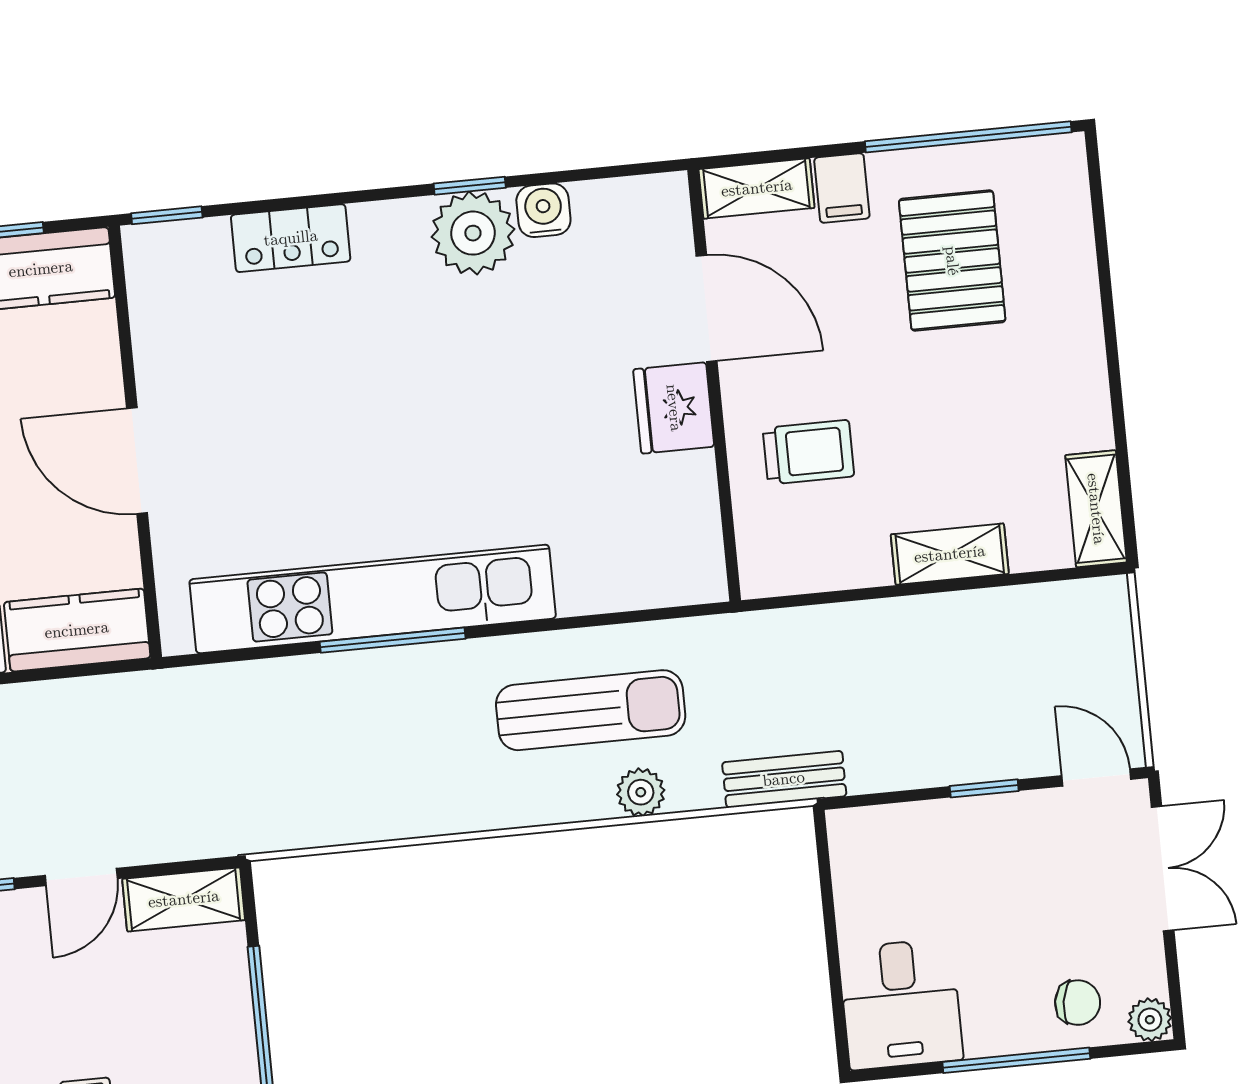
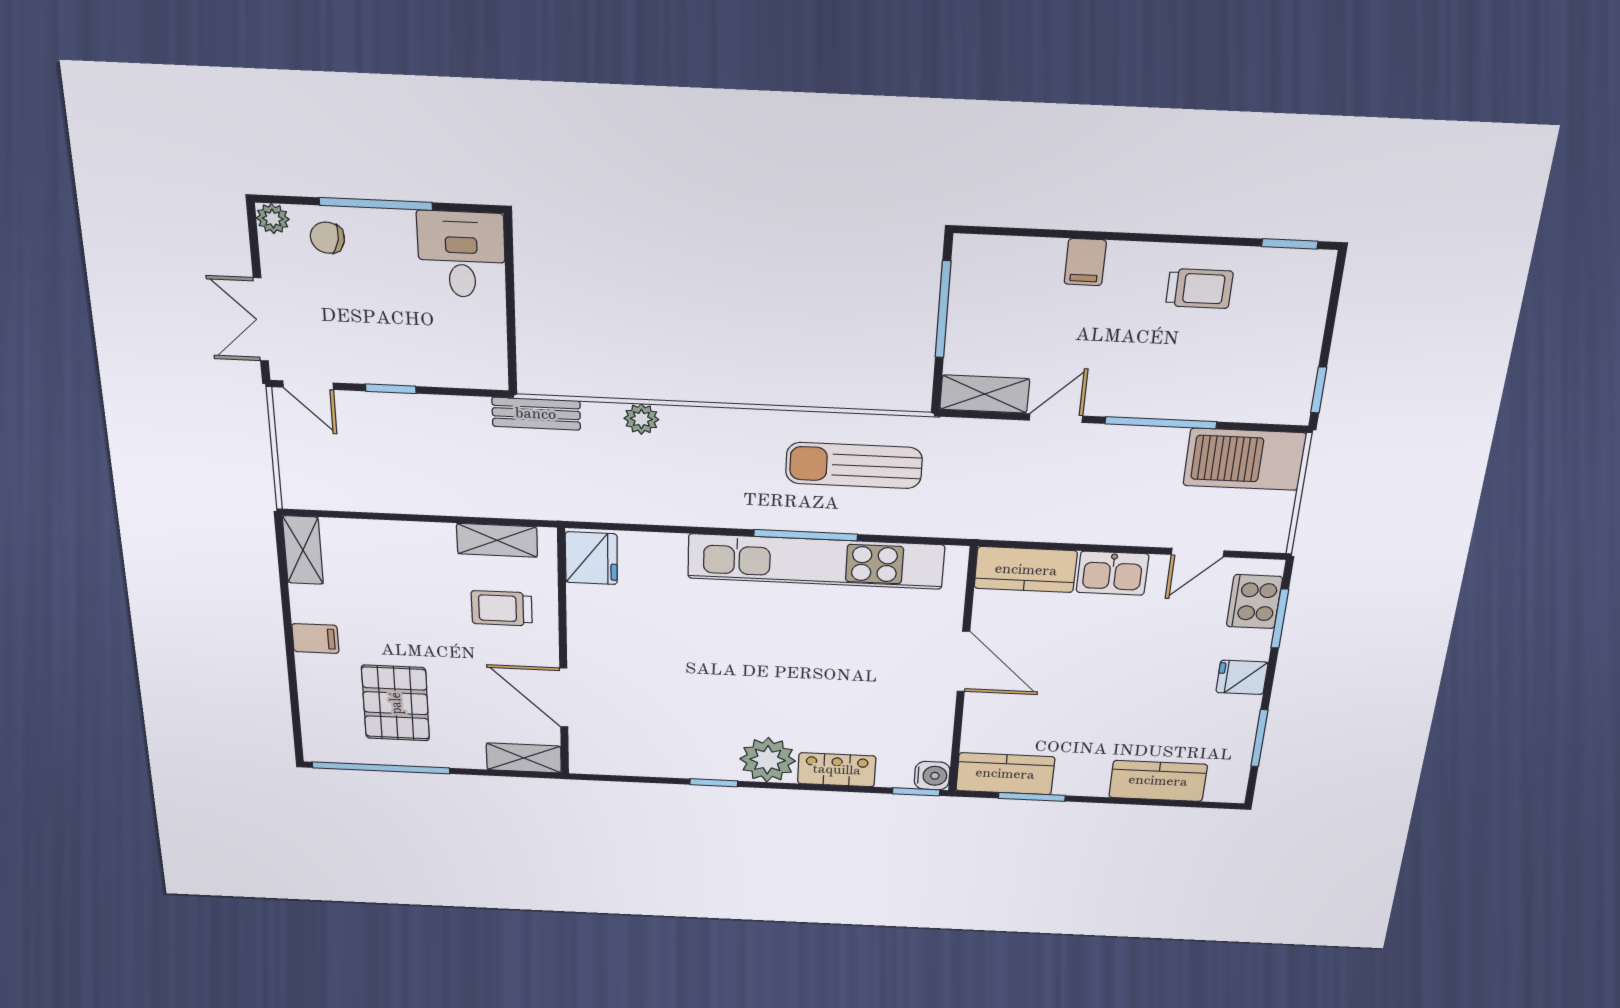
filing cabinet: (842, 188) -> (315, 638), moved, turned 90
water cooler: (543, 210) -> (932, 776), moved, turned -90
plant: (473, 233) -> (768, 760), moved
fridge: (674, 408) -> (591, 558), moved
shelving: (950, 554) -> (497, 540), moved
sun lounger: (591, 710) -> (854, 465), moved

